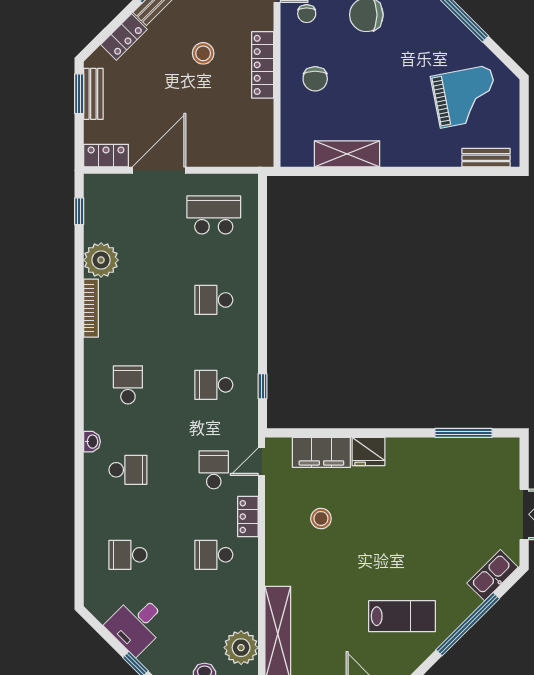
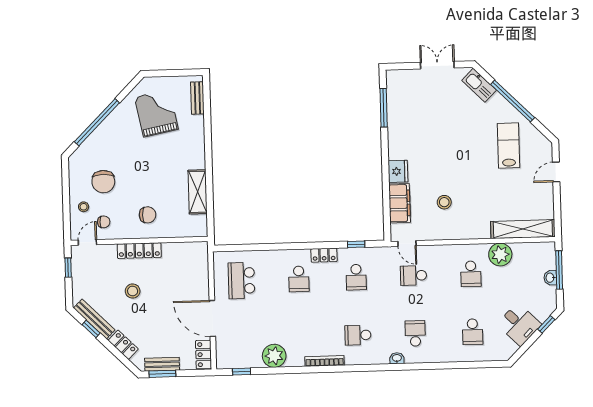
bookcase: (91, 308) -> (325, 361), moved
locker: (248, 517) -> (324, 255), moved
plant: (241, 648) -> (500, 255), moved

